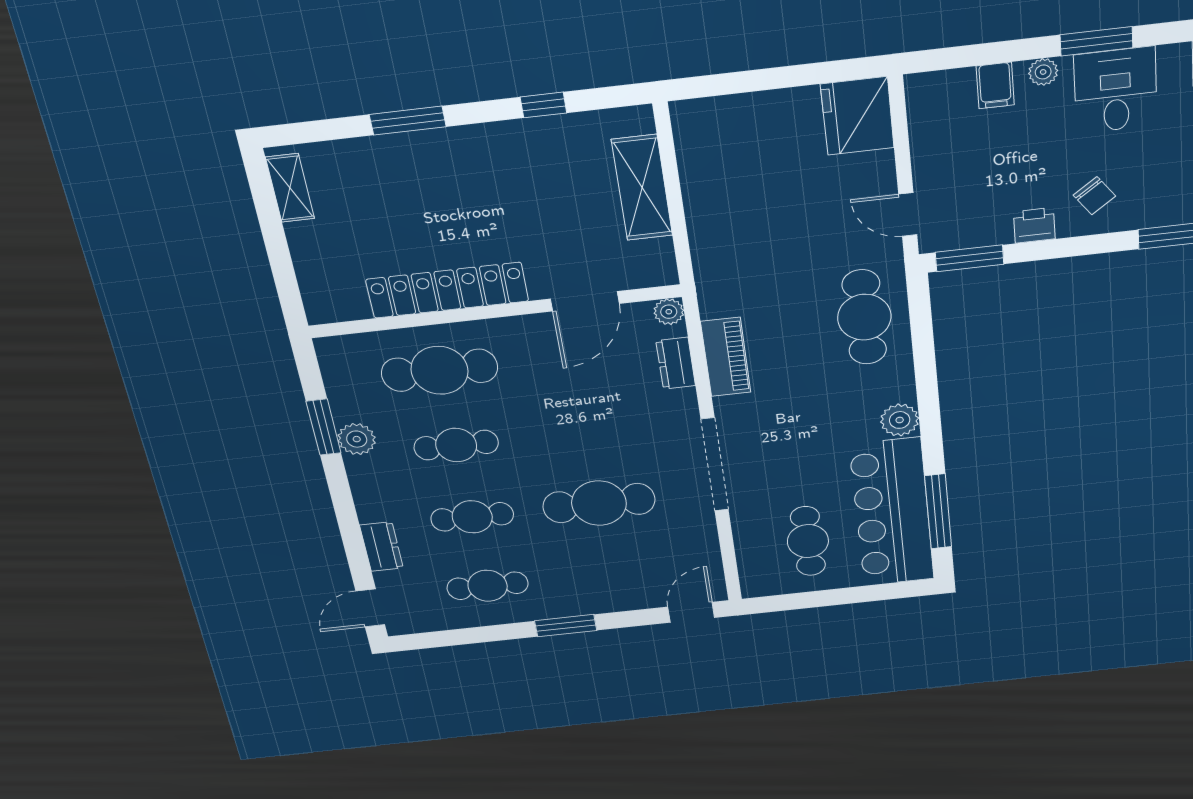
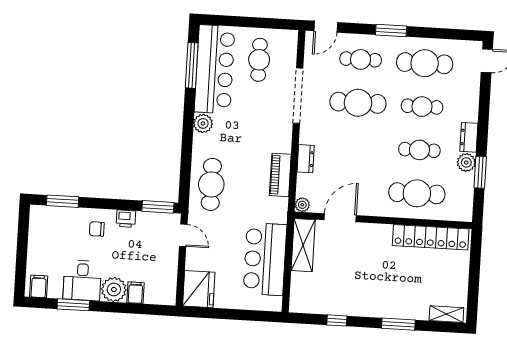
window: (1096, 41) -> (73, 305), moved
plant: (1043, 72) -> (114, 289), width x1.88, depth x1.88
shelving: (290, 188) -> (446, 314), moved, turned 90
shelving: (642, 188) -> (303, 245), moved
chair: (1094, 196) -> (97, 229), turned -54
bar counter: (725, 198) -> (265, 259), added
locker: (447, 290) -> (431, 237), moved
dresser: (676, 363) -> (306, 159), moved
doorway: (715, 465) -> (298, 96), moved
dresser: (381, 547) -> (469, 137), moved
cafe table: (612, 572) -> (361, 59), added
cafe table: (488, 586) -> (425, 63), width x1.37, depth x1.35

